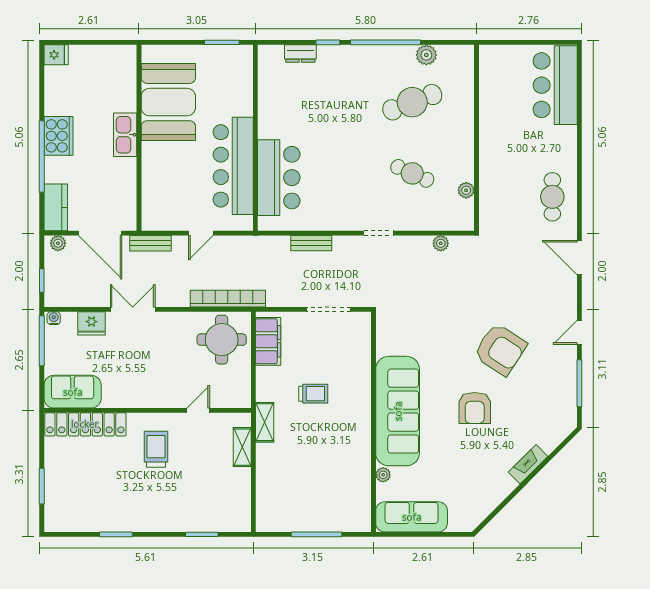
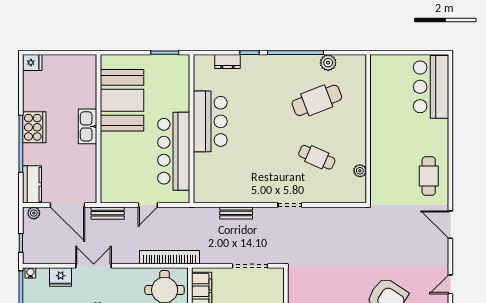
bar counter: (279, 178) -> (210, 121), moved
plant: (441, 243) -> (340, 213), removed

